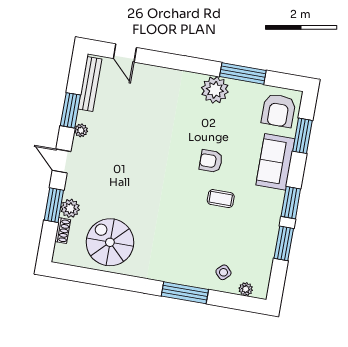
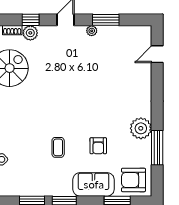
bench: (90, 84) -> (128, 31), removed
armchair: (211, 161) -> (98, 146), moved, turned 180
window: (54, 205) -> (31, 20), width x0.67

